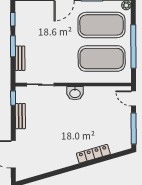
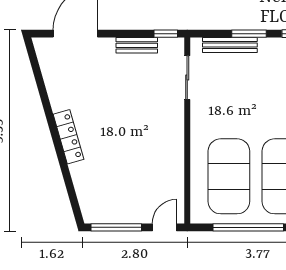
bench: (20, 58) -> (230, 45), width x1.36
washbasin: (75, 93) -> (173, 133), removed
locker: (93, 154) -> (69, 137), moved

